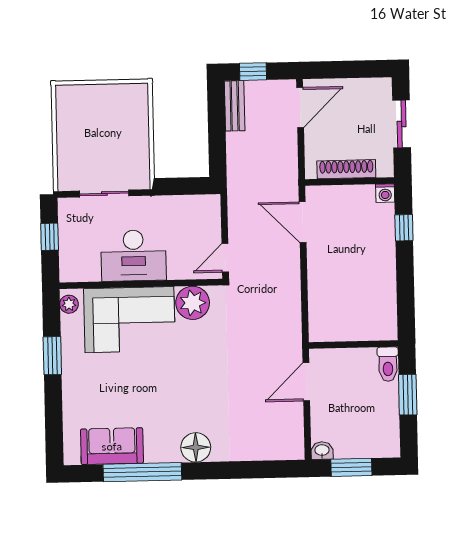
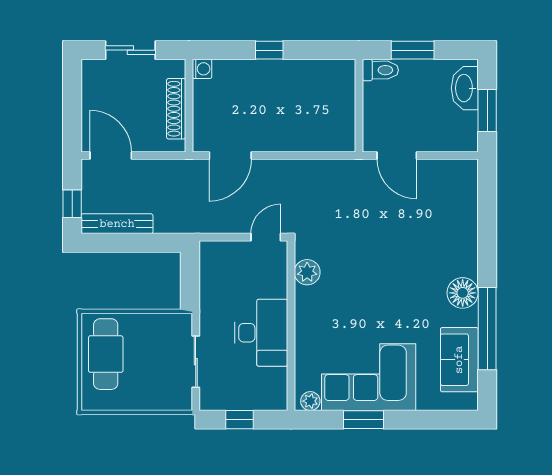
bench: (235, 106) -> (117, 224), width x1.36
cafe table: (110, 107) -> (106, 354), added
window: (404, 228) -> (269, 50), moved
door: (225, 258) -> (266, 237), swing flipped
plant: (193, 303) -> (307, 272), width x0.73, depth x0.73
corner sofa: (129, 320) -> (369, 377), moved, turned -90
floor lamp: (196, 447) -> (463, 293), moved
washbasin: (322, 451) -> (465, 88), moved, width x1.91, depth x1.45

